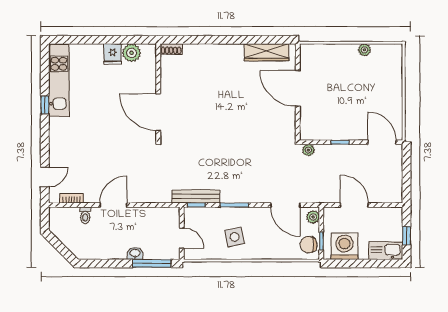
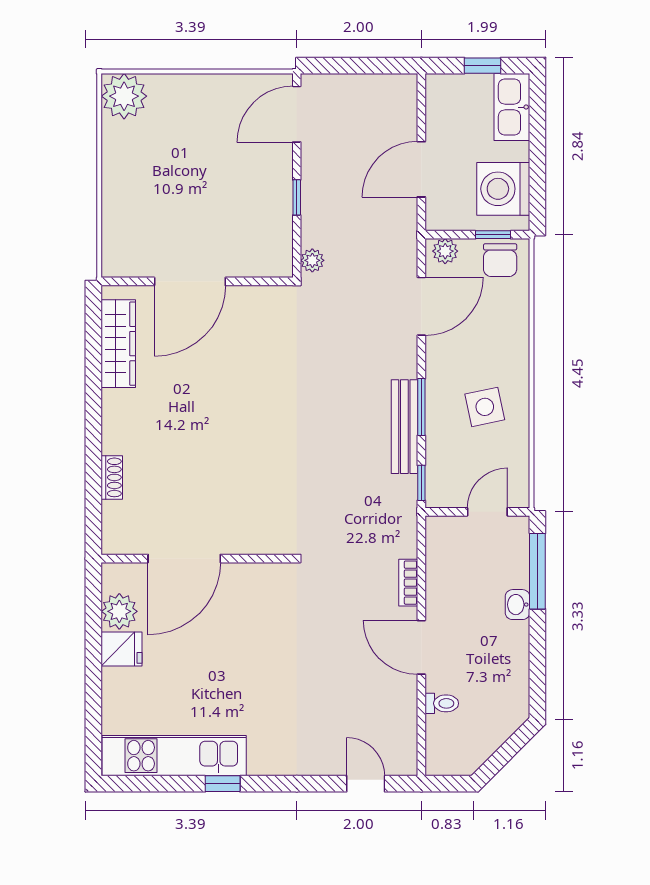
shoe rack: (171, 49) -> (112, 477), moved
plant: (364, 50) -> (124, 96), moved, width x1.88, depth x1.88
door: (158, 112) -> (184, 559), moved
bench: (196, 196) -> (404, 427), moved
bookcase: (72, 198) -> (408, 583), moved

